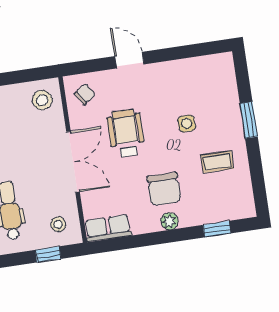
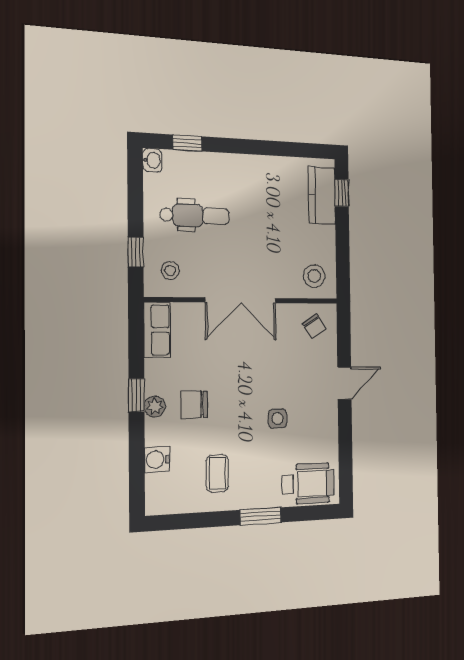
side table: (187, 124) -> (277, 419), moved
wheelchair: (126, 133) -> (308, 484), moved
chair: (164, 189) -> (194, 405), width x0.73, depth x0.73
water cooler: (211, 213) -> (157, 460), added
window: (217, 229) -> (136, 395), moved

